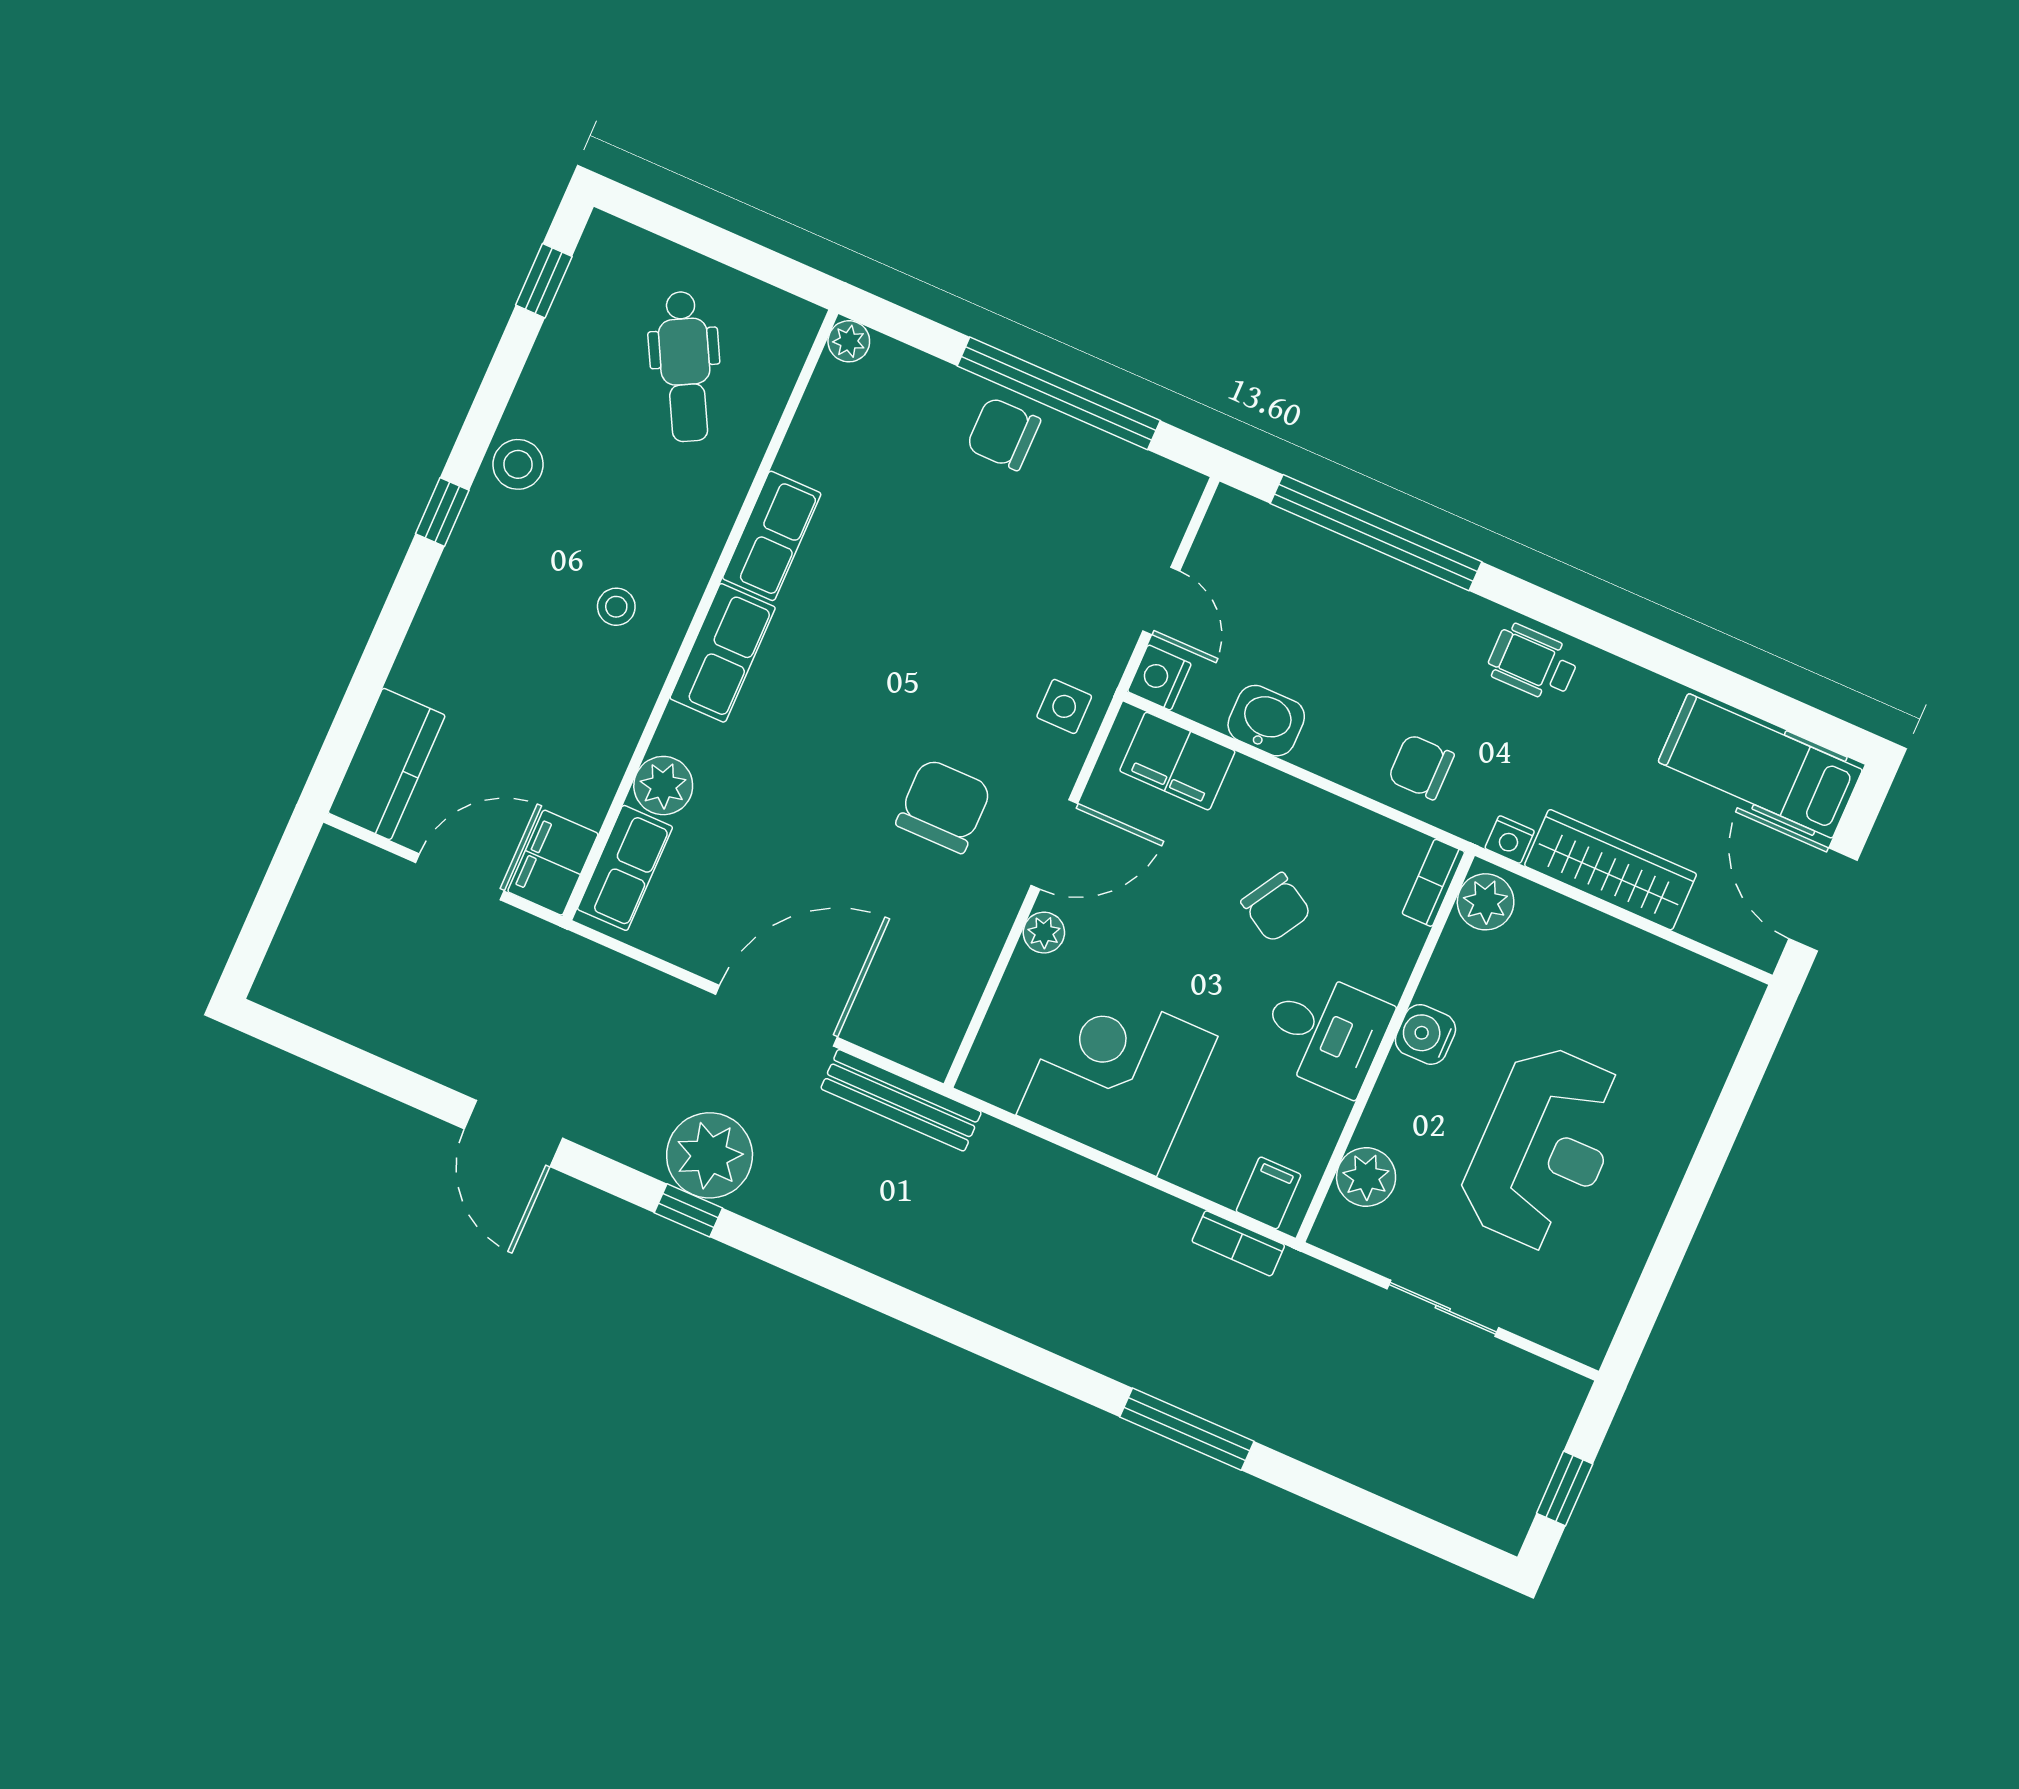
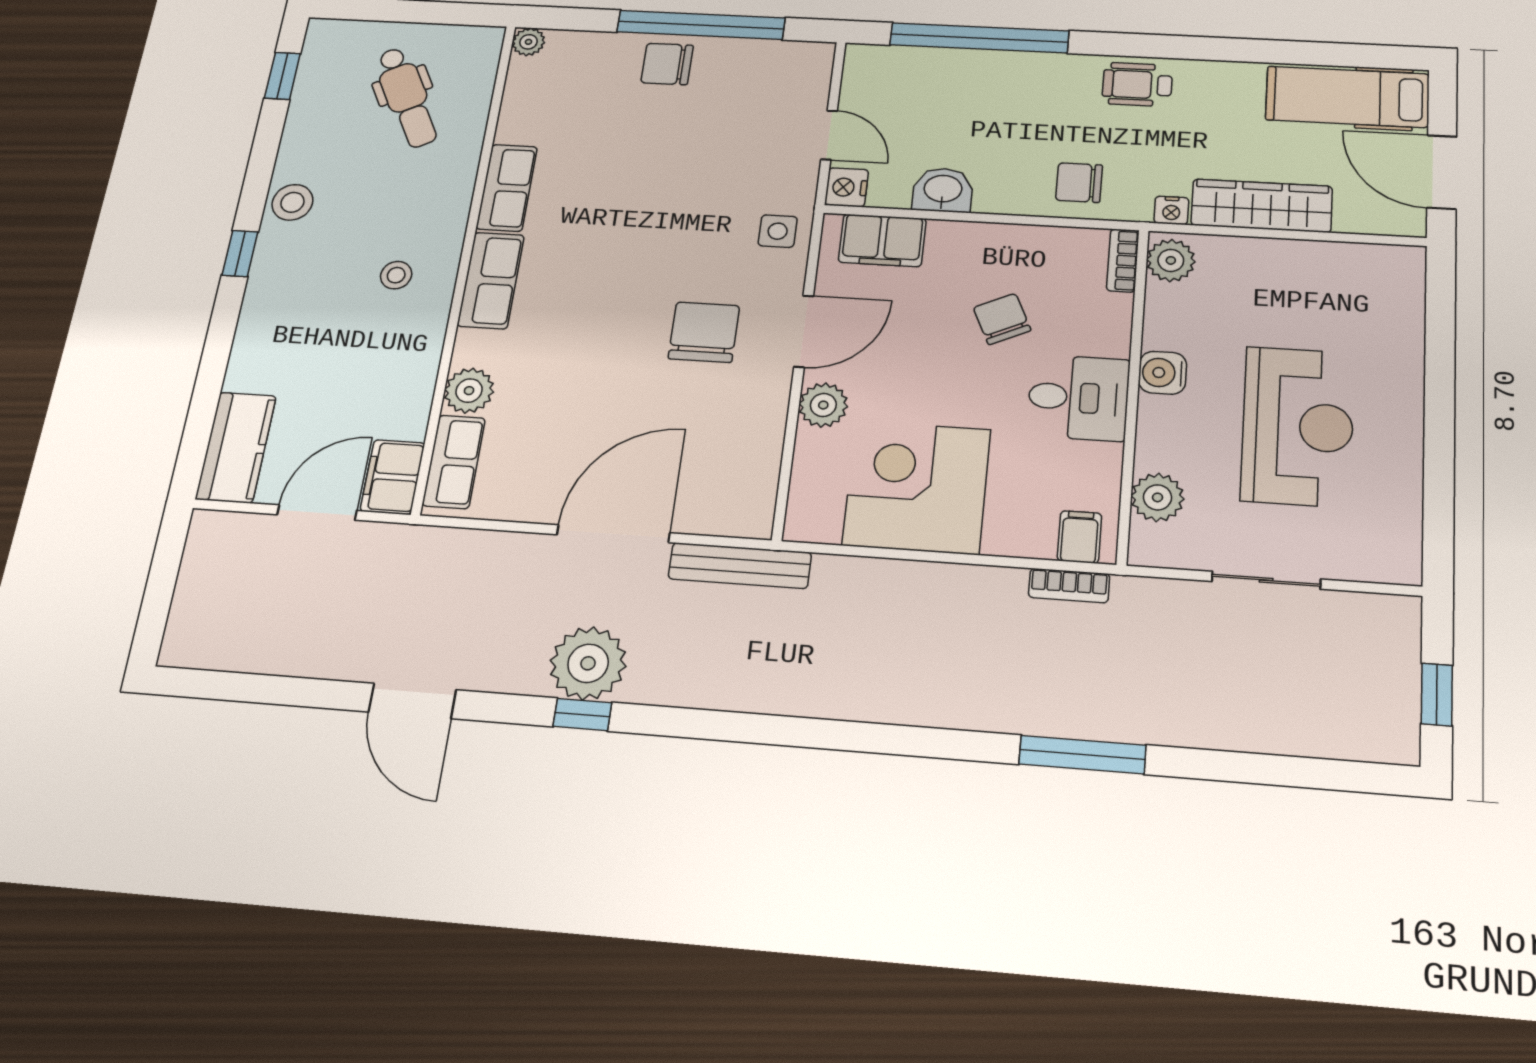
chair: (1276, 907) -> (1002, 319), turned -146
plant: (1044, 933) -> (823, 405), width x1.38, depth x1.38

